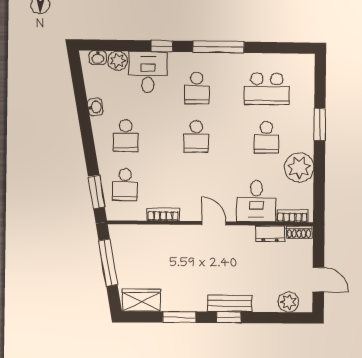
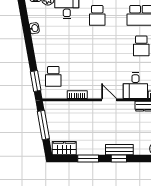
school desk: (126, 136) -> (53, 46), removed
school desk: (196, 137) -> (97, 46), removed

